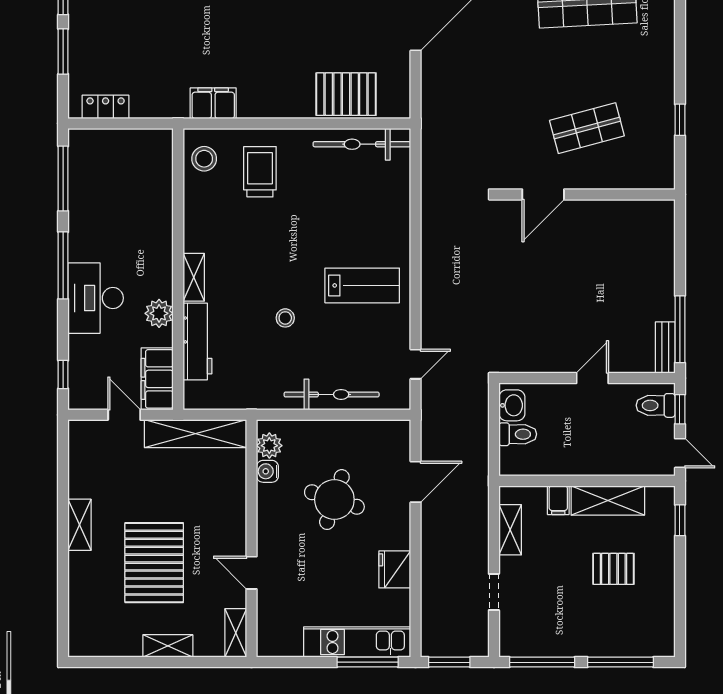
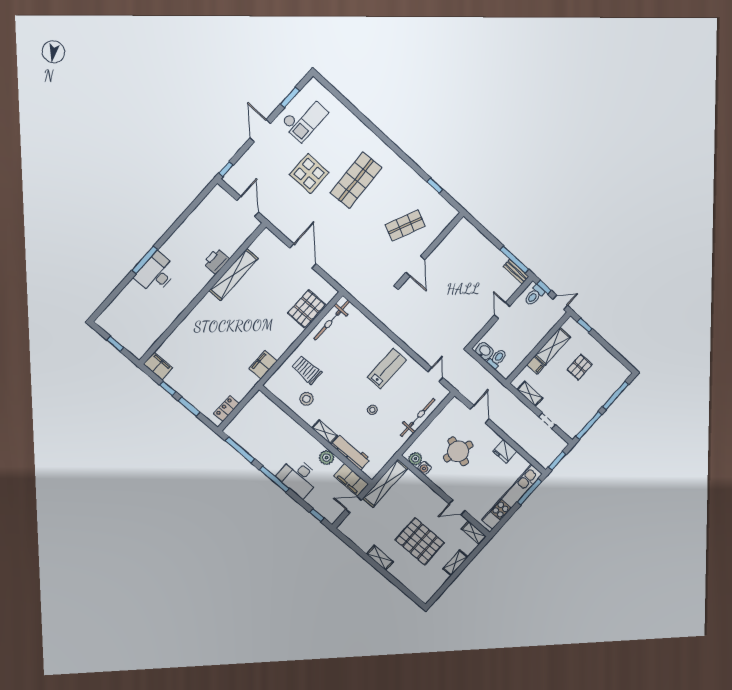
shop shelf: (587, 128) -> (405, 225), turned 39
stool: (204, 159) -> (307, 399), moved
kitchen unit: (357, 642) -> (512, 497), width x1.36

